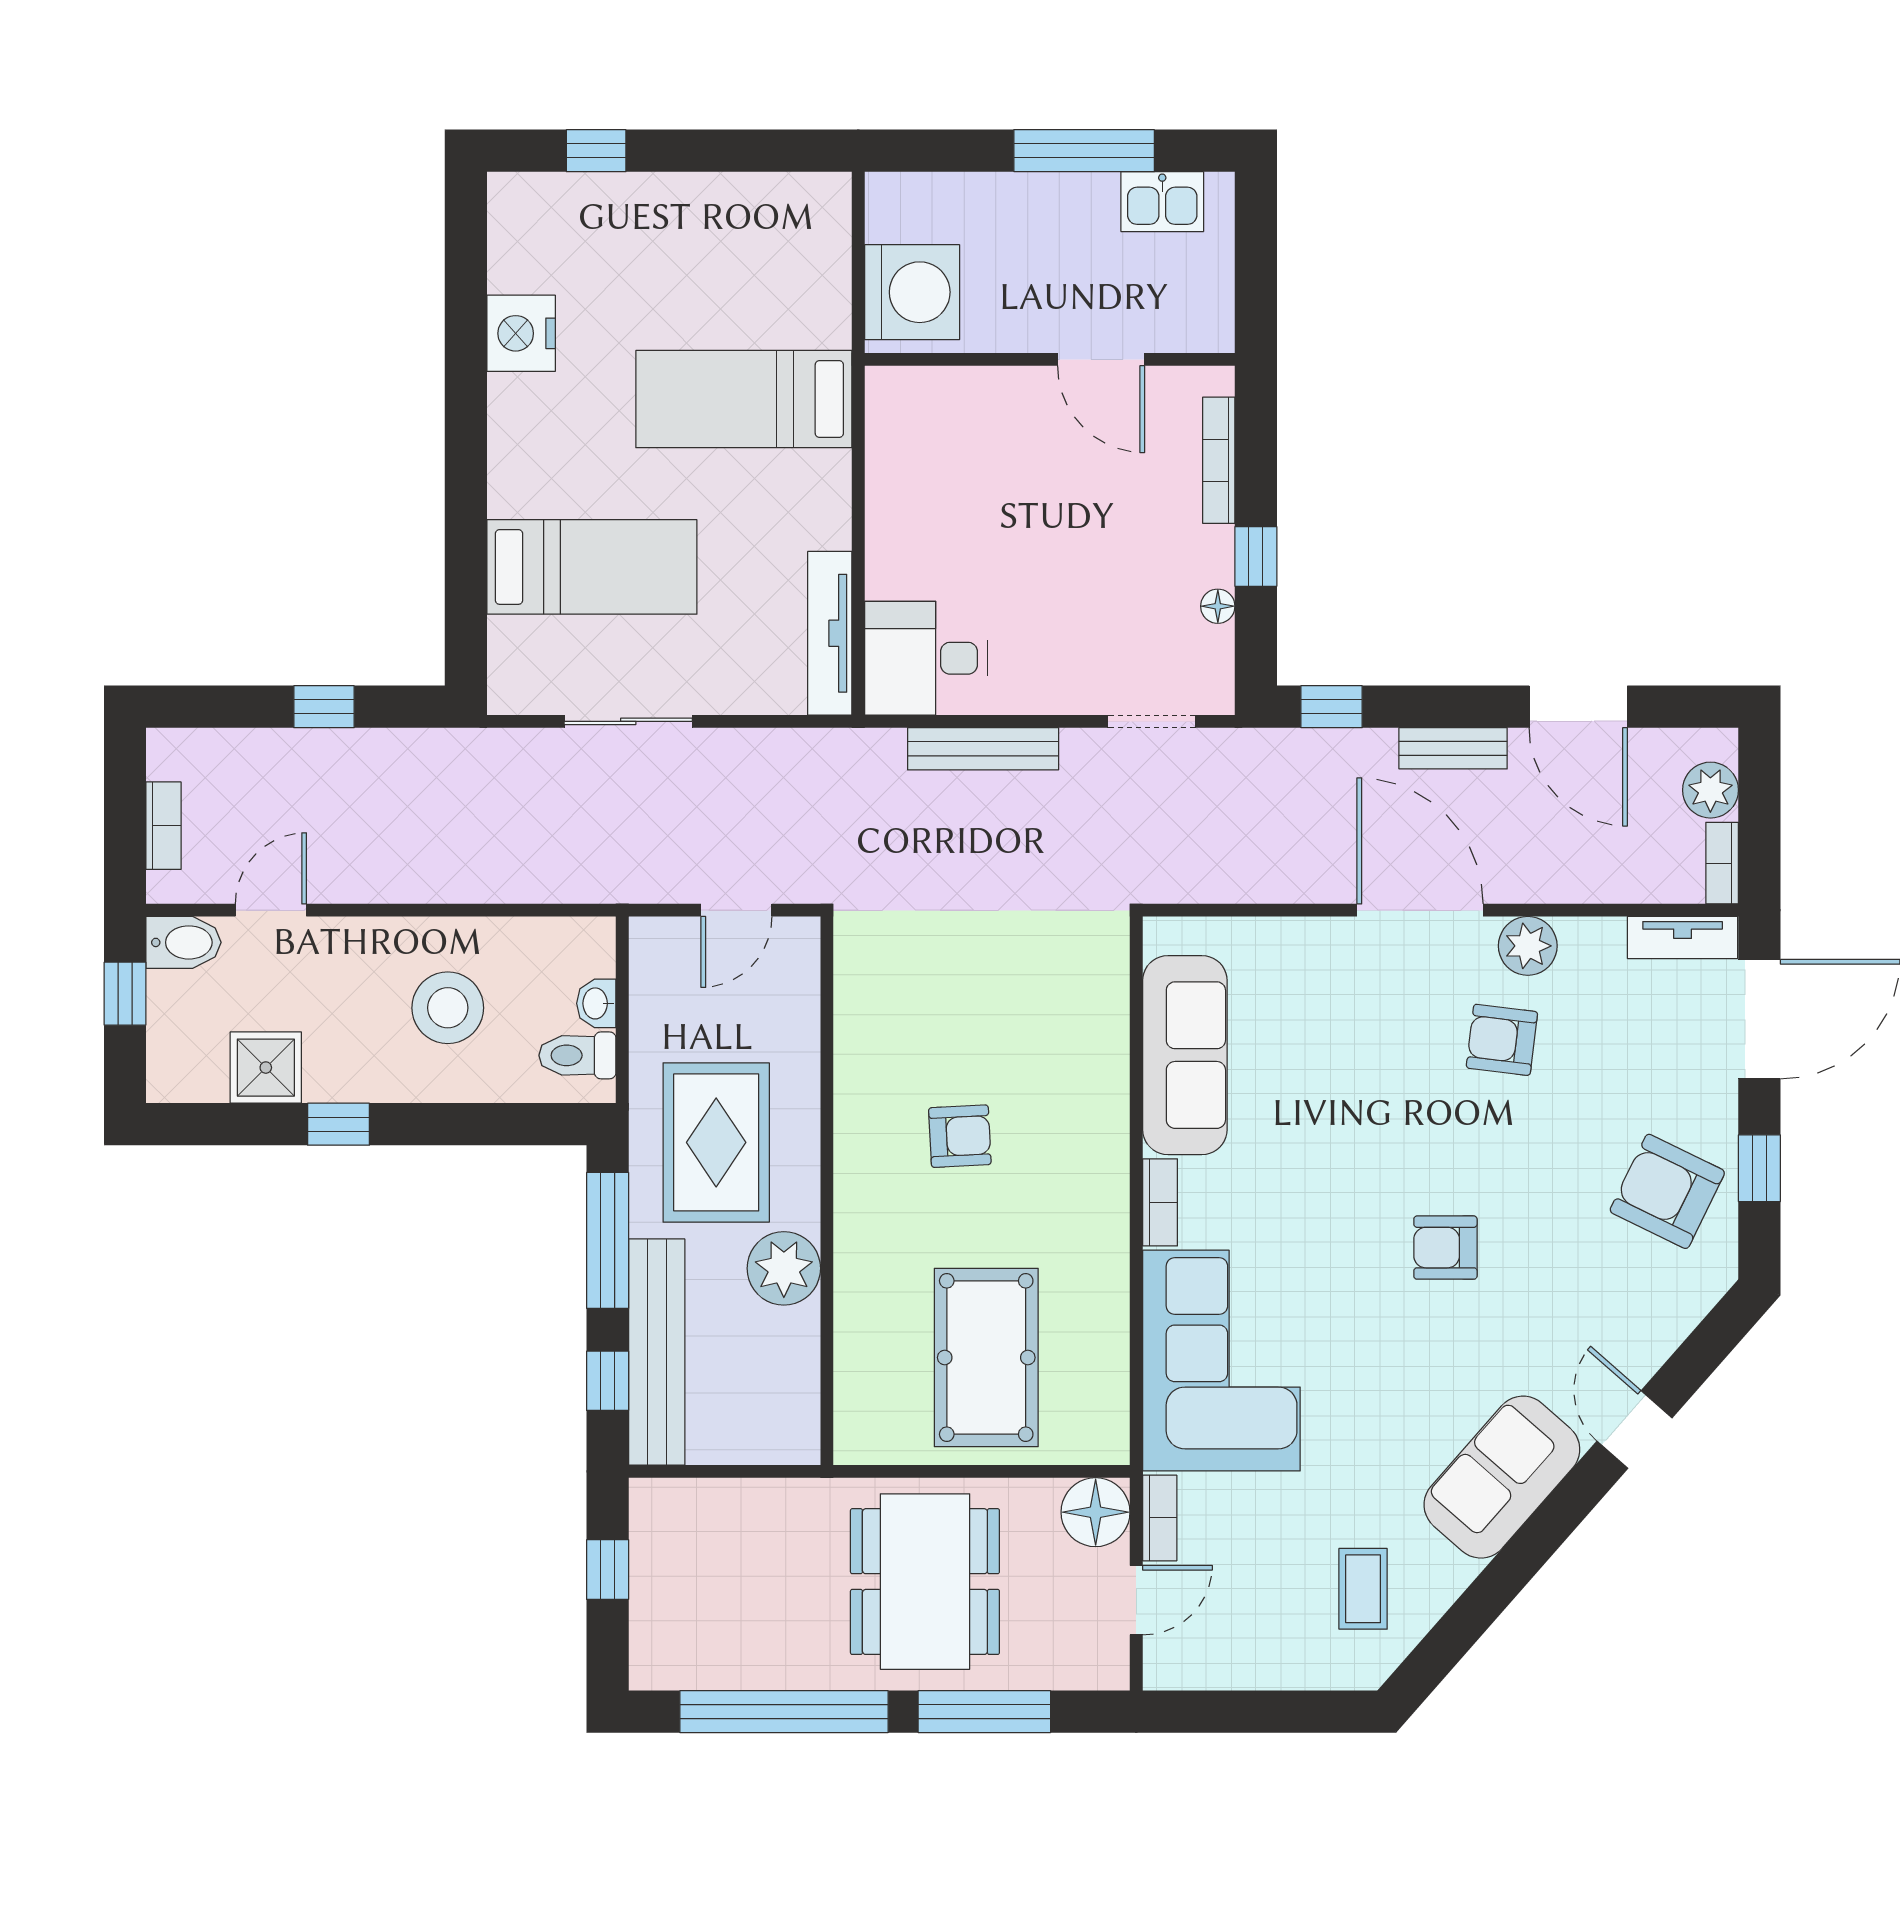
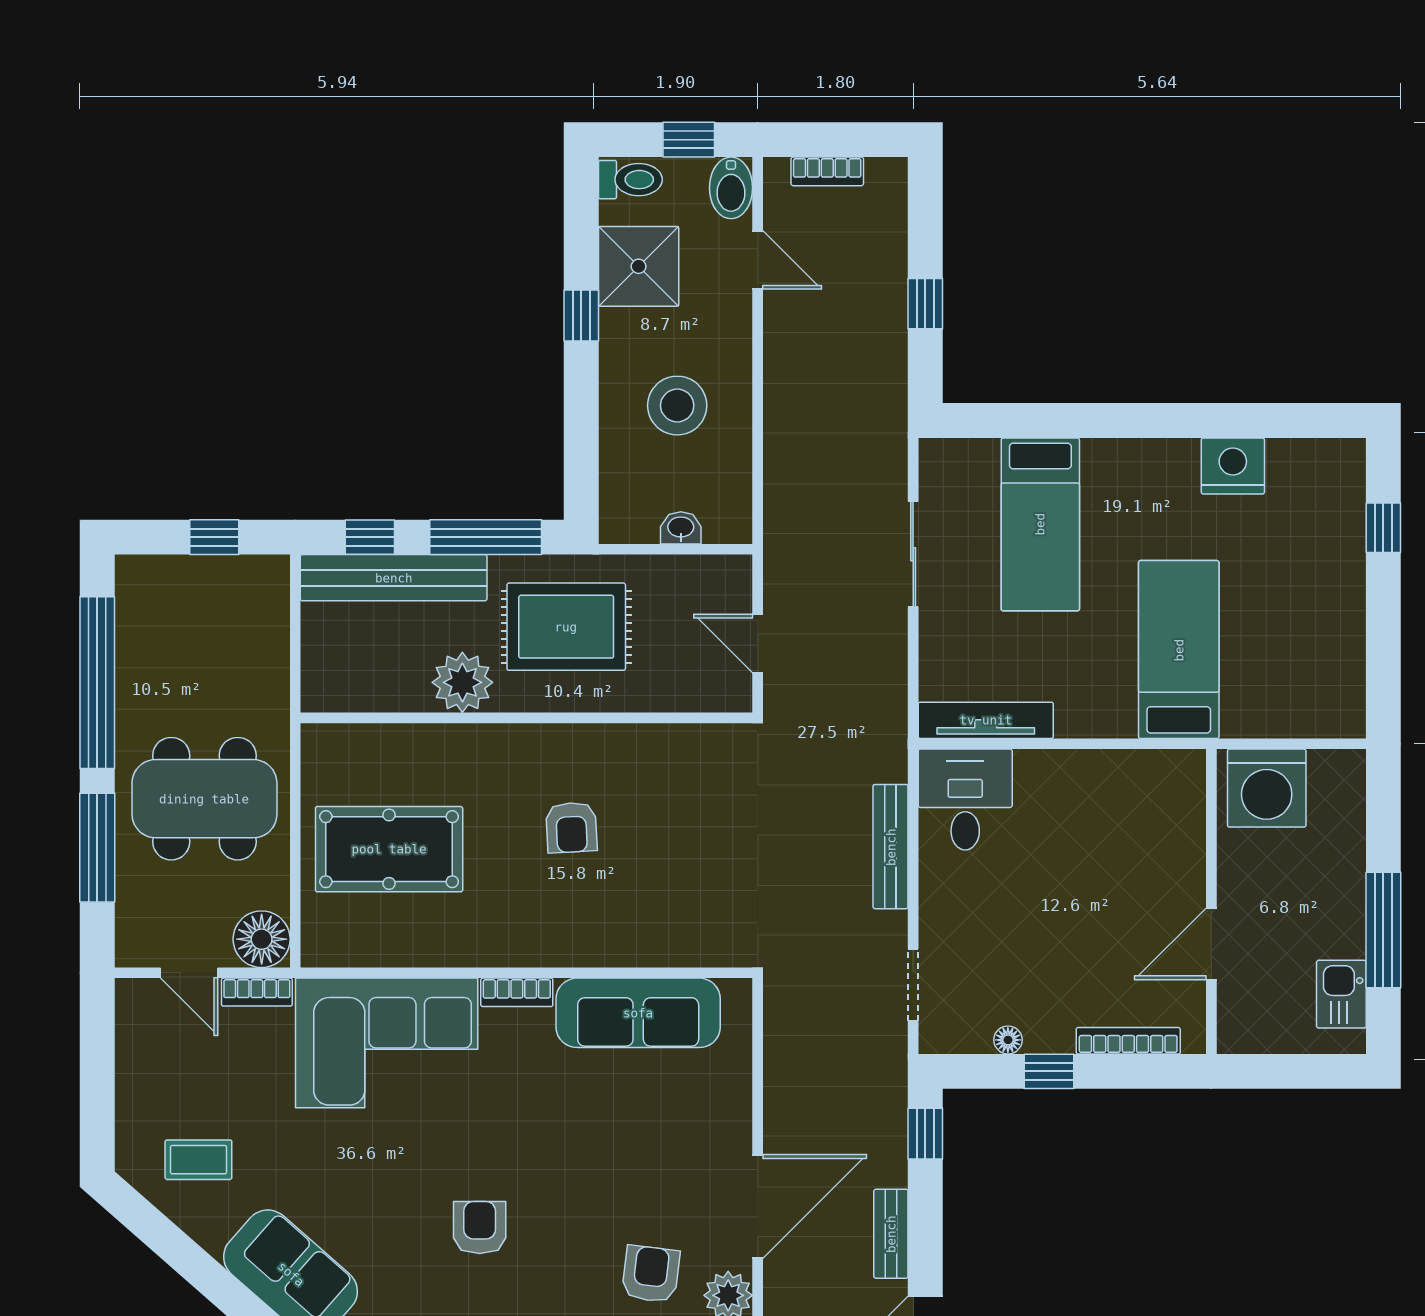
toilet: (577, 1055) -> (630, 180), moved, turned 90
shower: (266, 1068) -> (639, 266), width x1.36, depth x1.36

